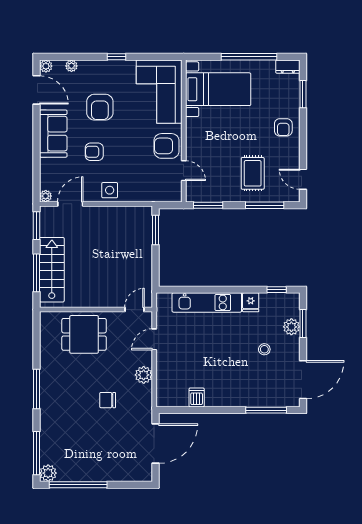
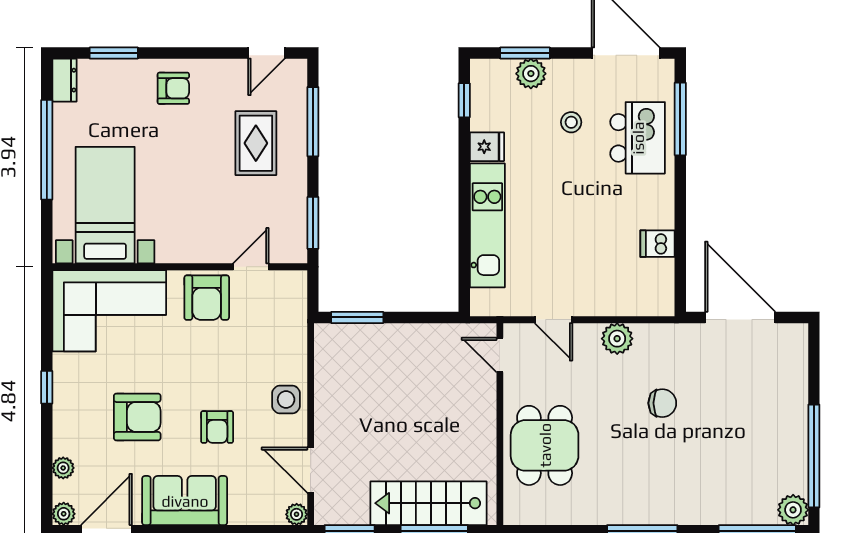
rug: (253, 173) -> (256, 143), turned 90
kitchen island: (256, 386) -> (638, 138), added
chair: (108, 400) -> (662, 403), turned -90

